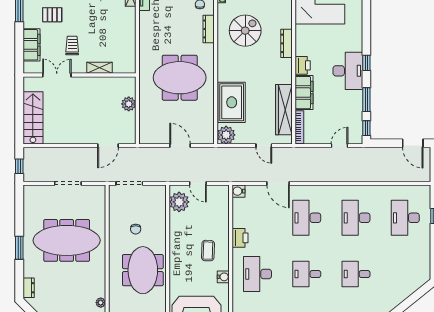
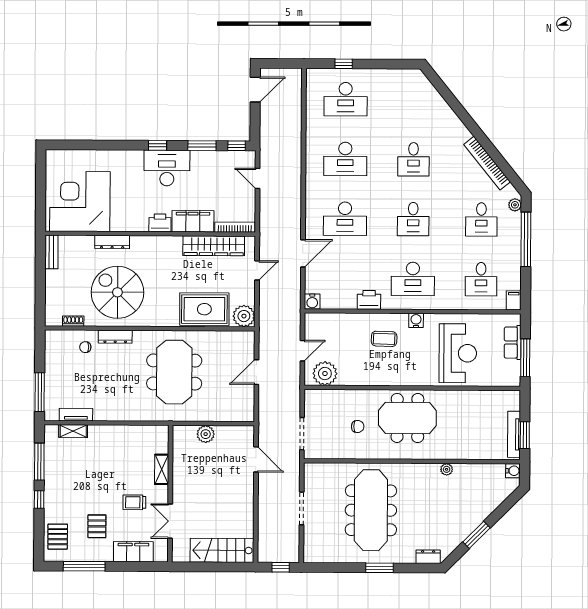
spiral stairs: (245, 31) -> (117, 292), width x1.37, depth x1.37
dresser: (287, 43) -> (112, 242), moved

